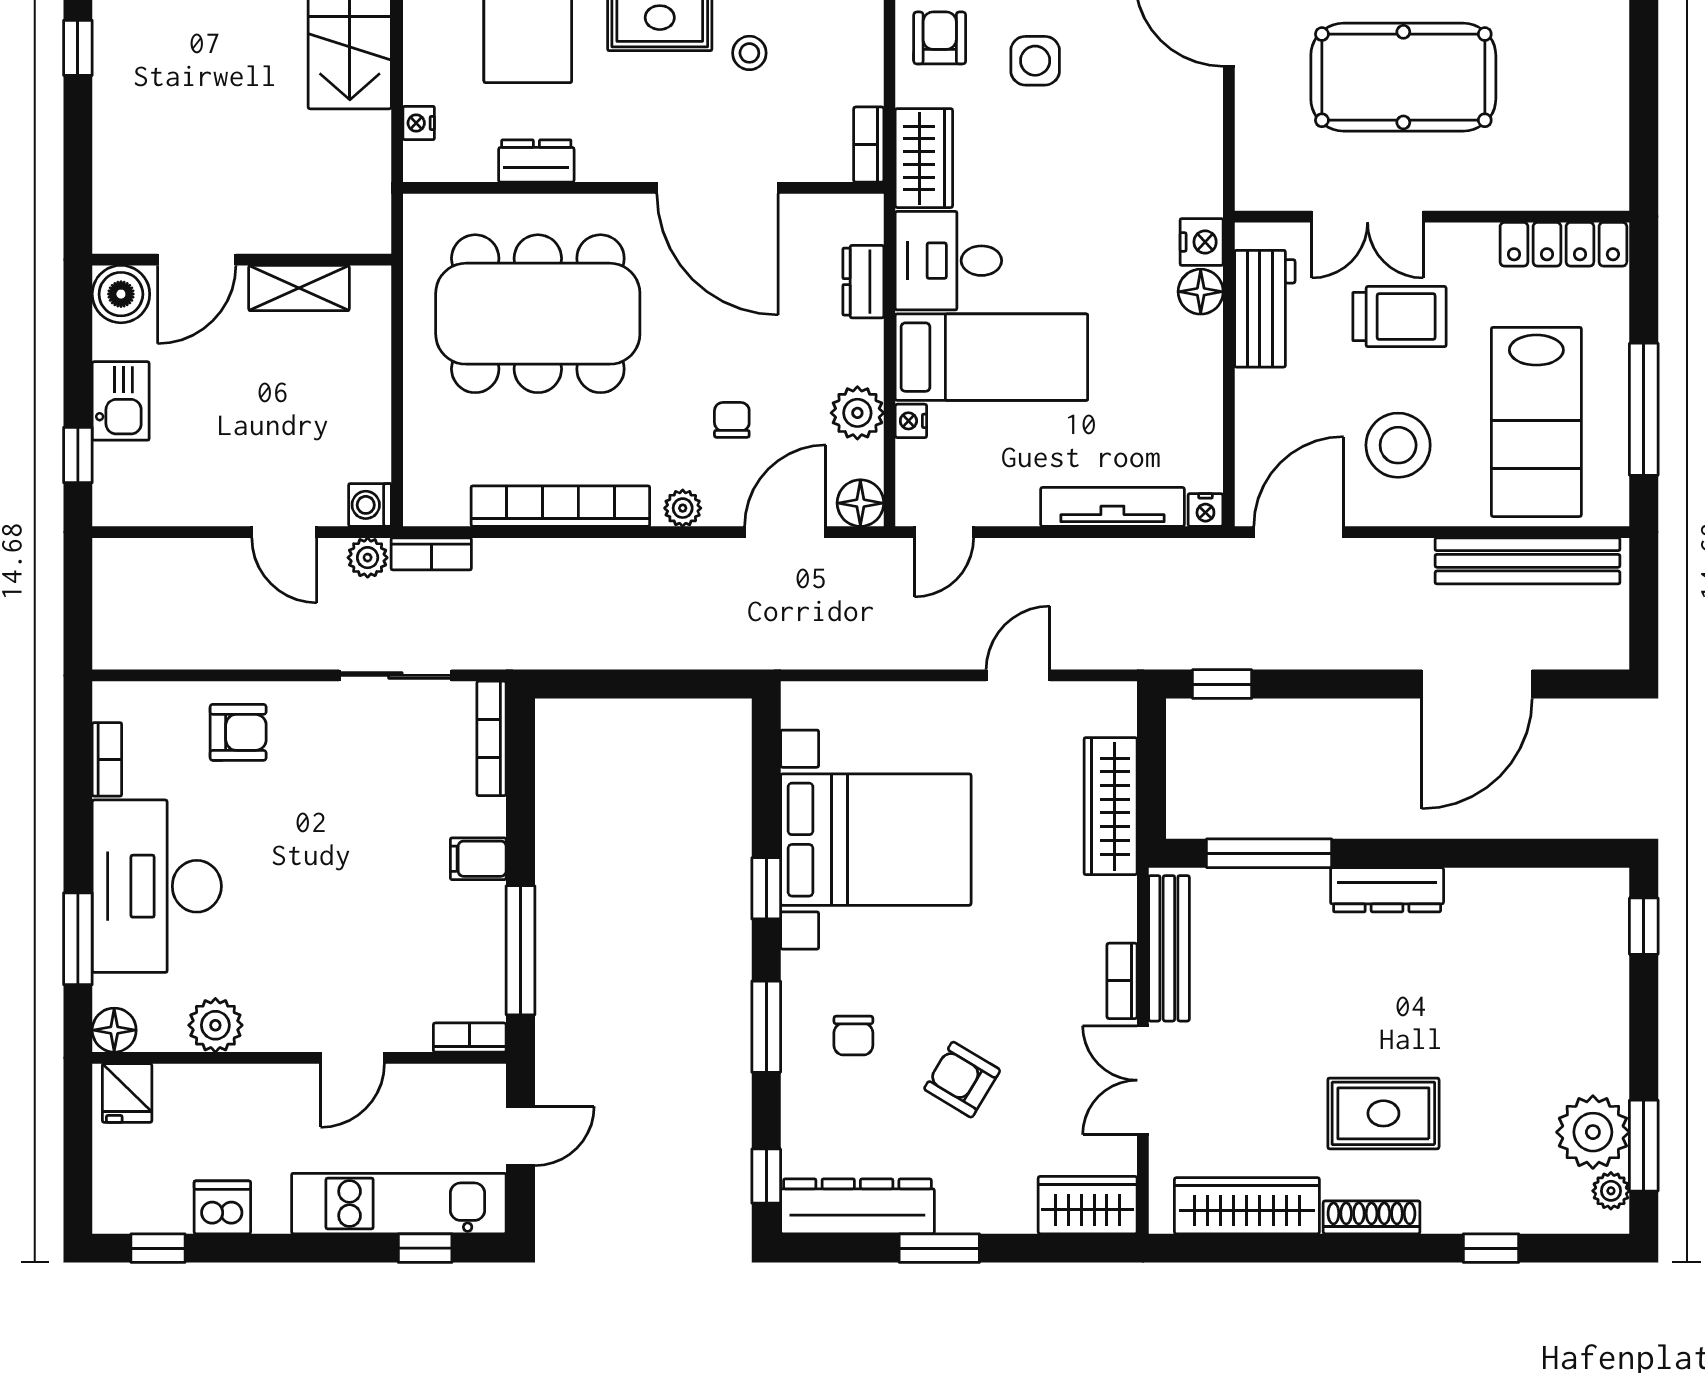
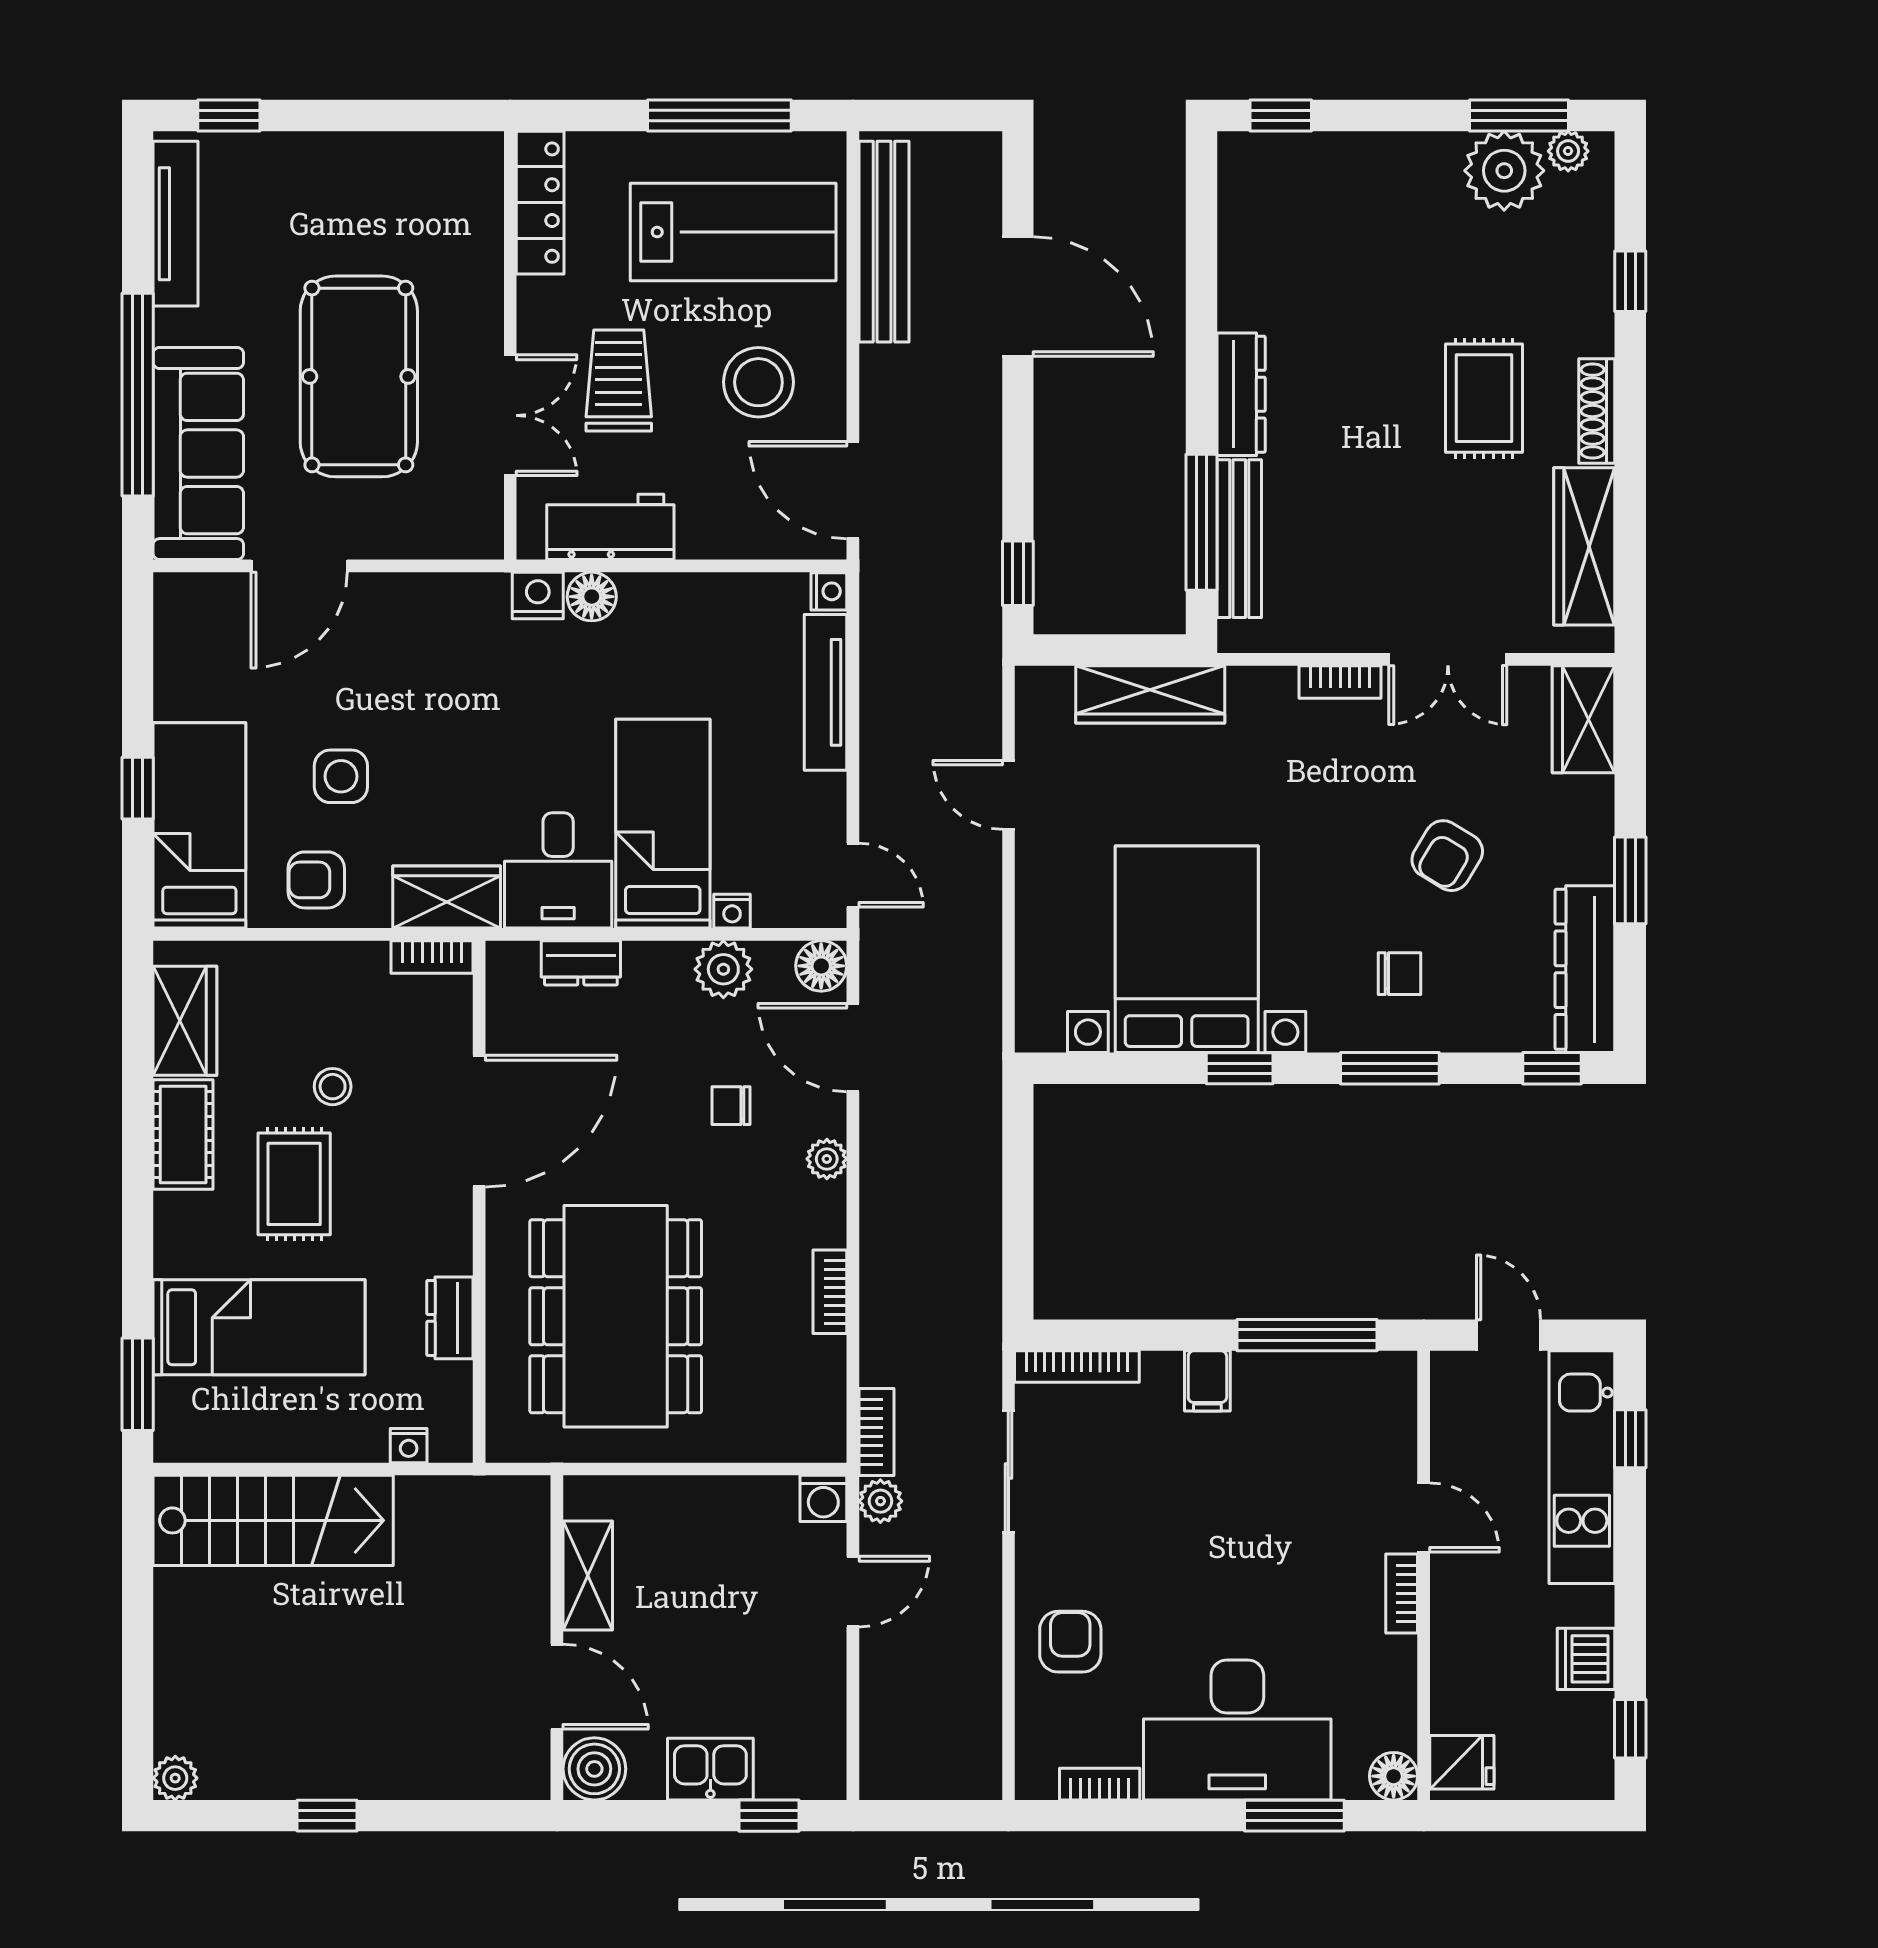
bookcase: (560, 506) -> (830, 1292), width x0.43, depth x0.76
bench: (1169, 948) -> (1239, 539), moved, turned 90
plant: (215, 1025) -> (1388, 1666), removed
bookcase: (470, 1038) -> (1402, 1593), moved

